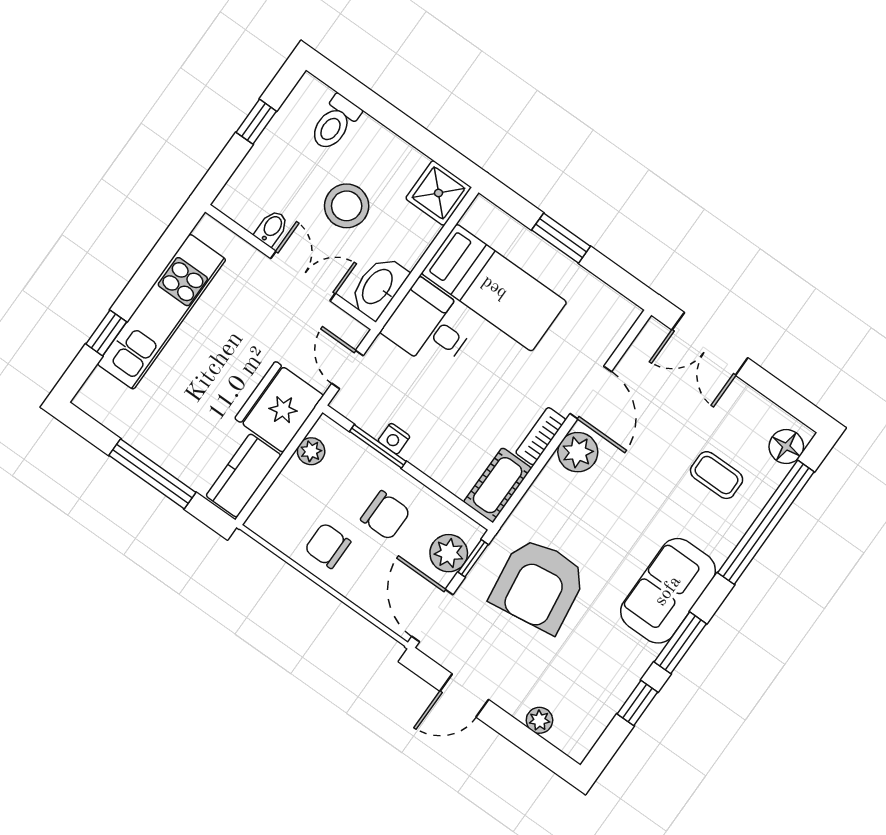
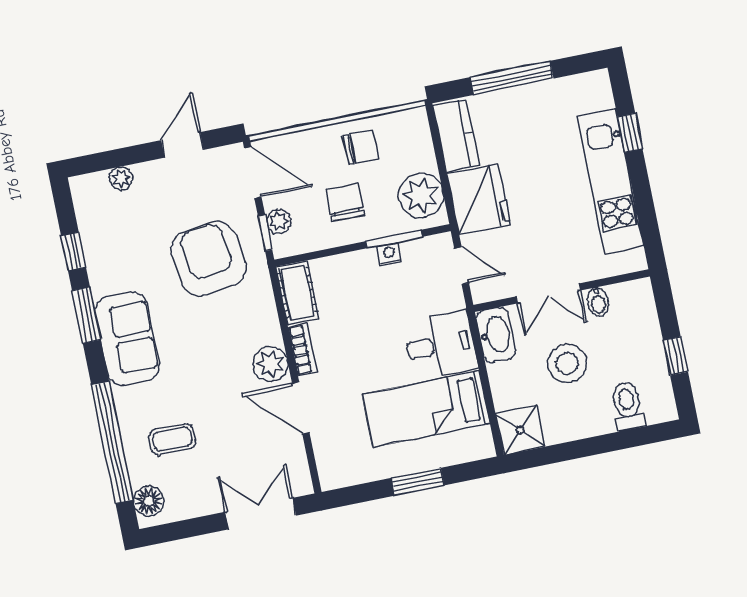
plant: (311, 451) -> (421, 195), width x1.87, depth x1.87
chair: (385, 515) -> (345, 203), turned 90
plant: (449, 553) -> (279, 221), width x0.73, depth x0.73

